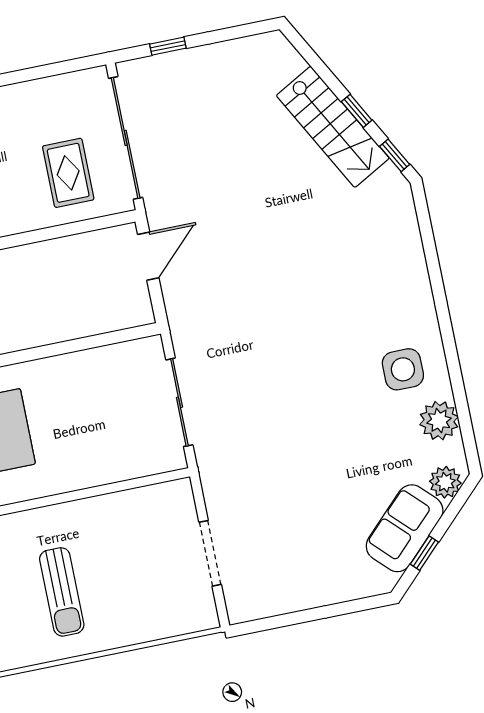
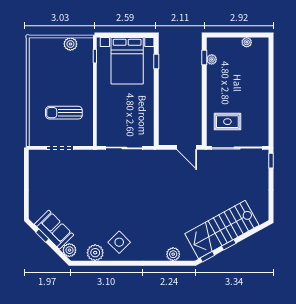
window: (168, 46) -> (271, 161), moved
stairs: (333, 127) -> (222, 229), width x1.36, depth x1.51
plant: (405, 237) -> (173, 254), added
side table: (403, 369) -> (119, 242), turned 45
sun lounger: (62, 592) -> (64, 113), moved

